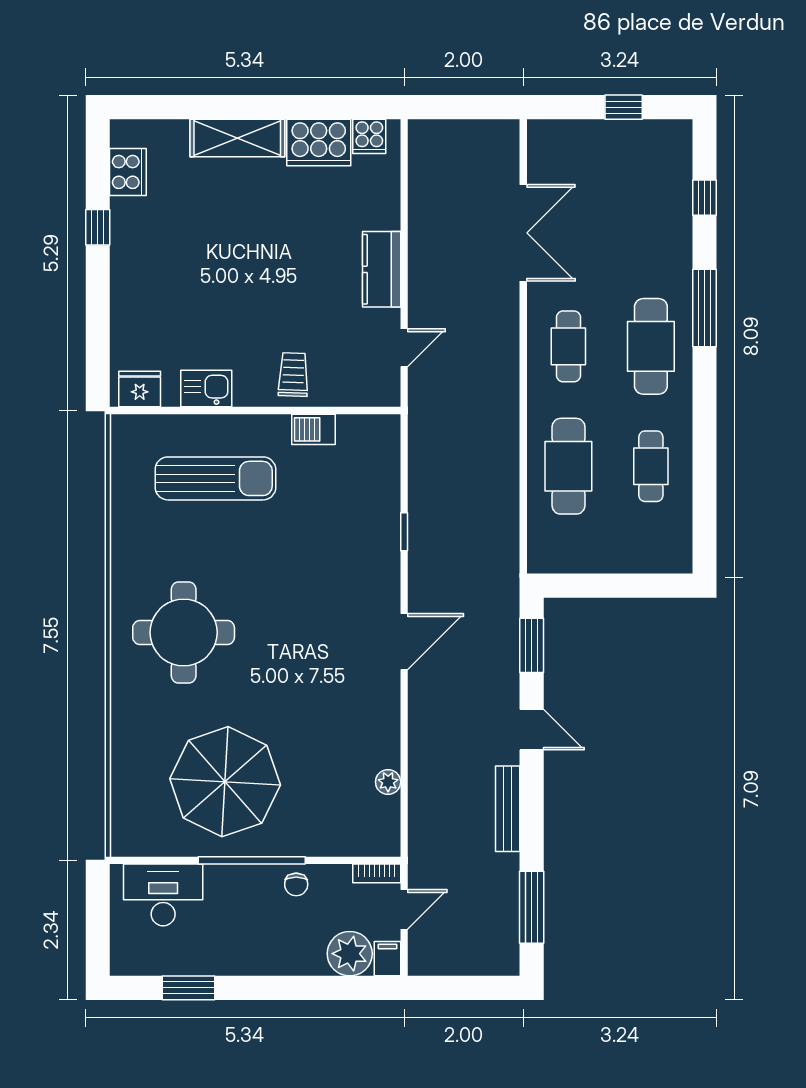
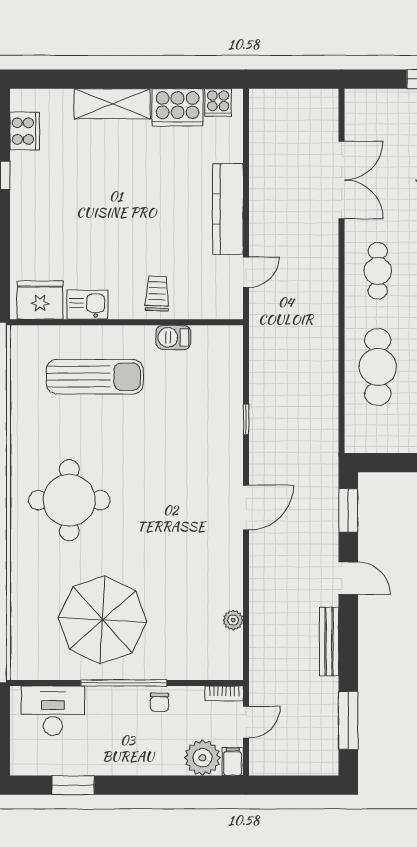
kitchen counter: (382, 269) -> (228, 209), width x1.50
fridge: (140, 389) -> (40, 300), width x1.36, depth x1.34

